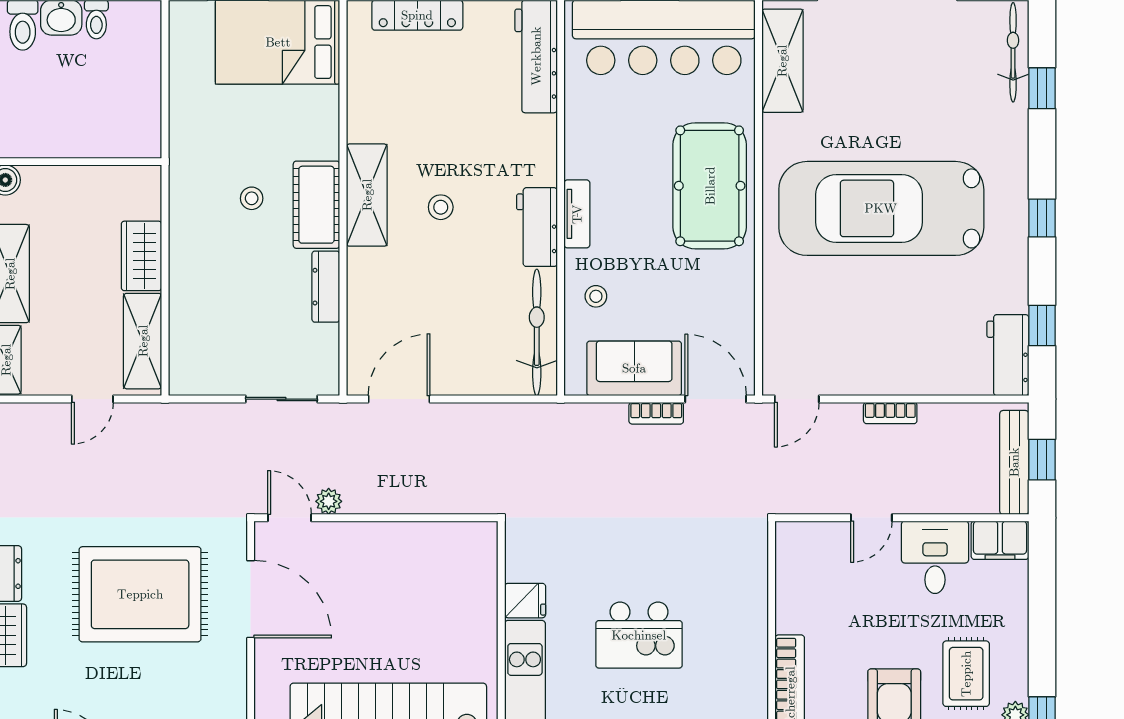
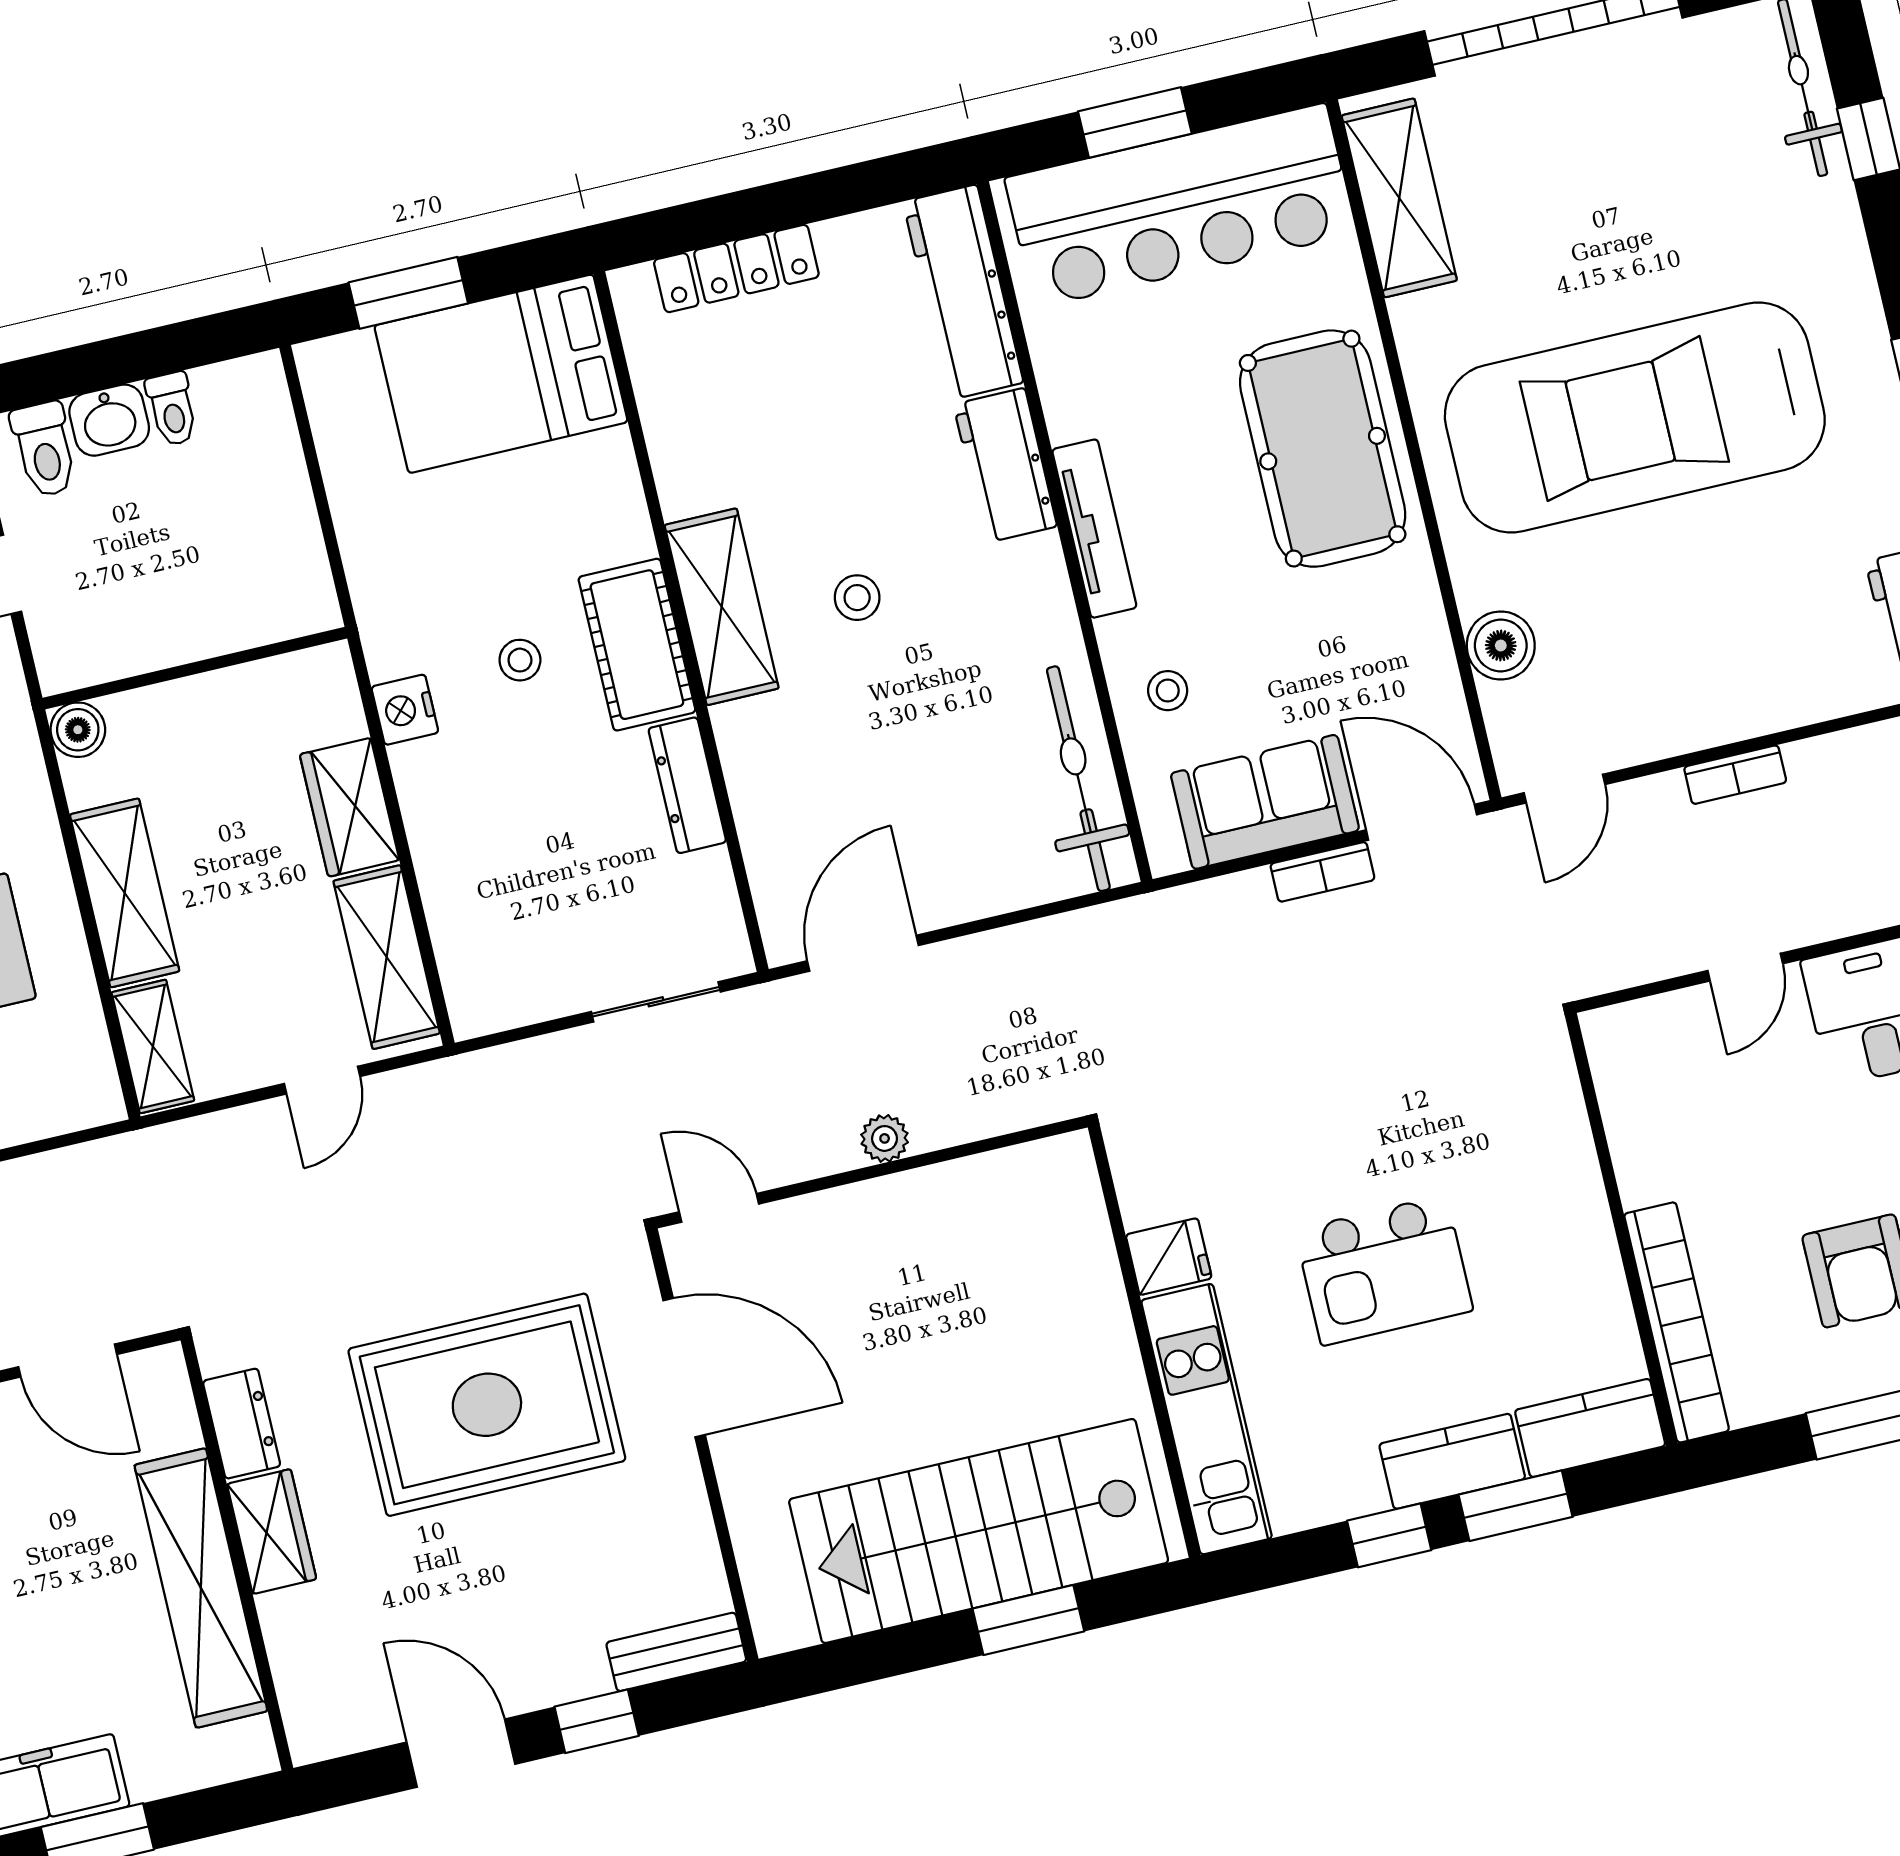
nightstand: (184, 210) -> (405, 710), added
tv unit: (577, 214) -> (1094, 529), width x1.41
workbench: (537, 227) -> (1005, 465), moved
boiler: (781, 314) -> (1501, 645), added
plant: (329, 501) -> (885, 1138), moved

